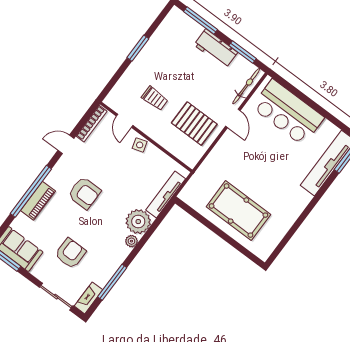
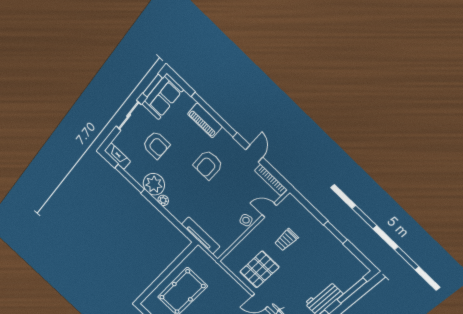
plant: (138, 222) -> (154, 184), moved
sliding door: (56, 297) -> (129, 116), moved

